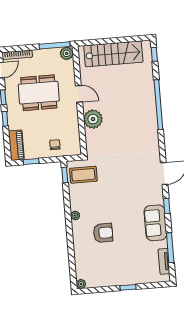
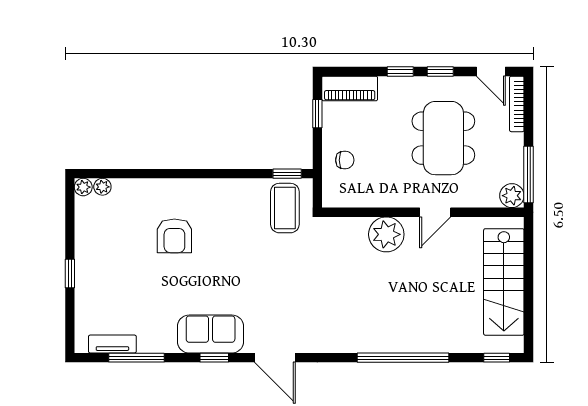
plant: (75, 216) -> (102, 187), moved
sofa: (155, 223) -> (211, 334), moved

